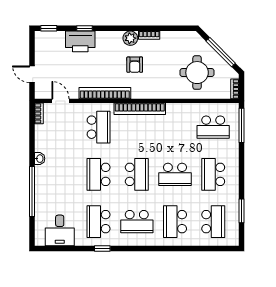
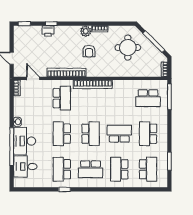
printer: (80, 41) -> (48, 31), width x0.53, depth x0.68
round table: (197, 73) -> (128, 48), moved
school desk: (175, 174) -> (119, 134), turned 180
desk: (49, 184) -> (25, 141), added
desk: (60, 230) -> (25, 167), moved, turned 90

